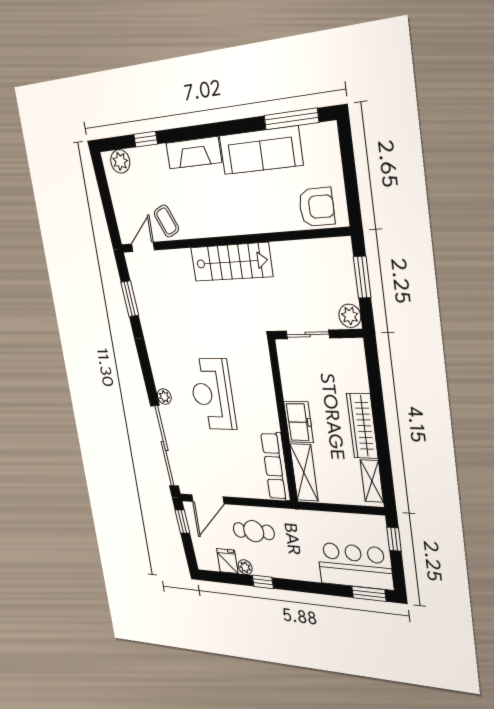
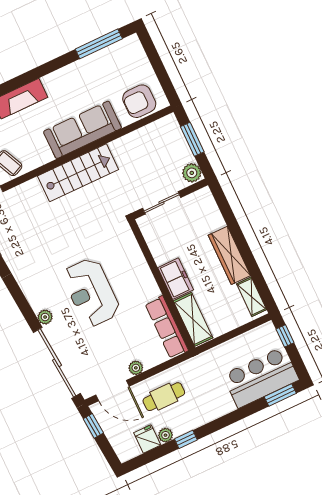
sofa: (261, 150) -> (82, 130), moved, turned 180
armchair: (317, 207) -> (139, 101), turned 180
plant: (235, 490) -> (136, 368), added
door: (208, 499) -> (113, 391), hinge flipped

